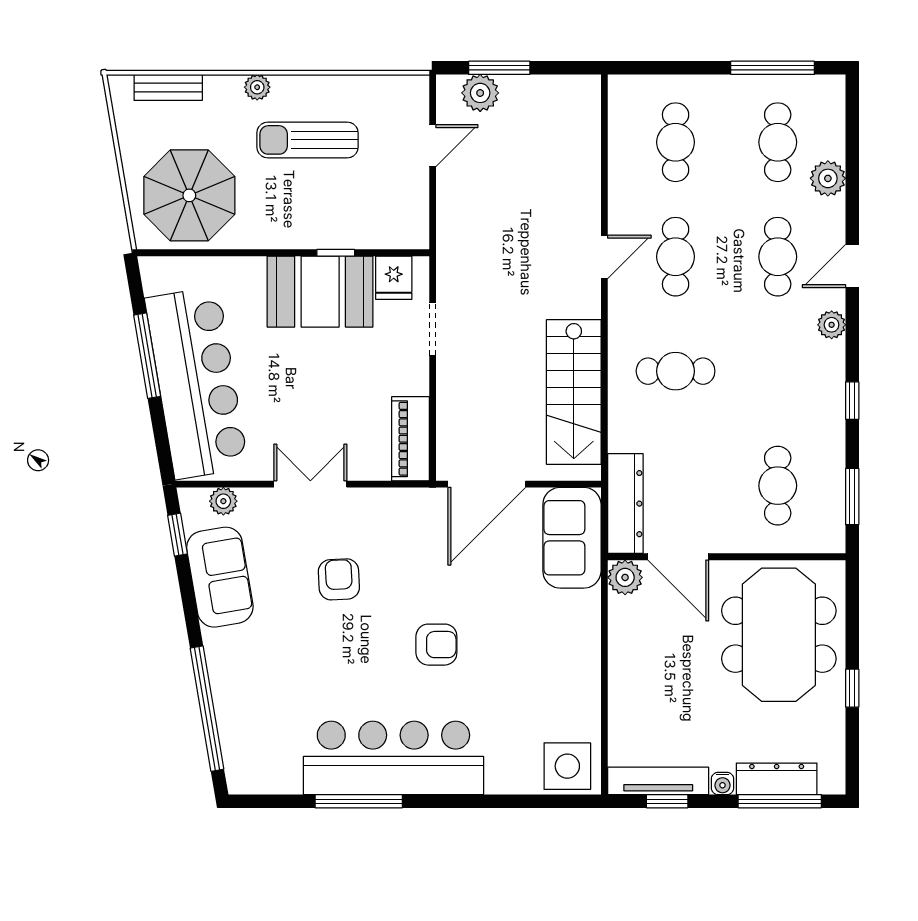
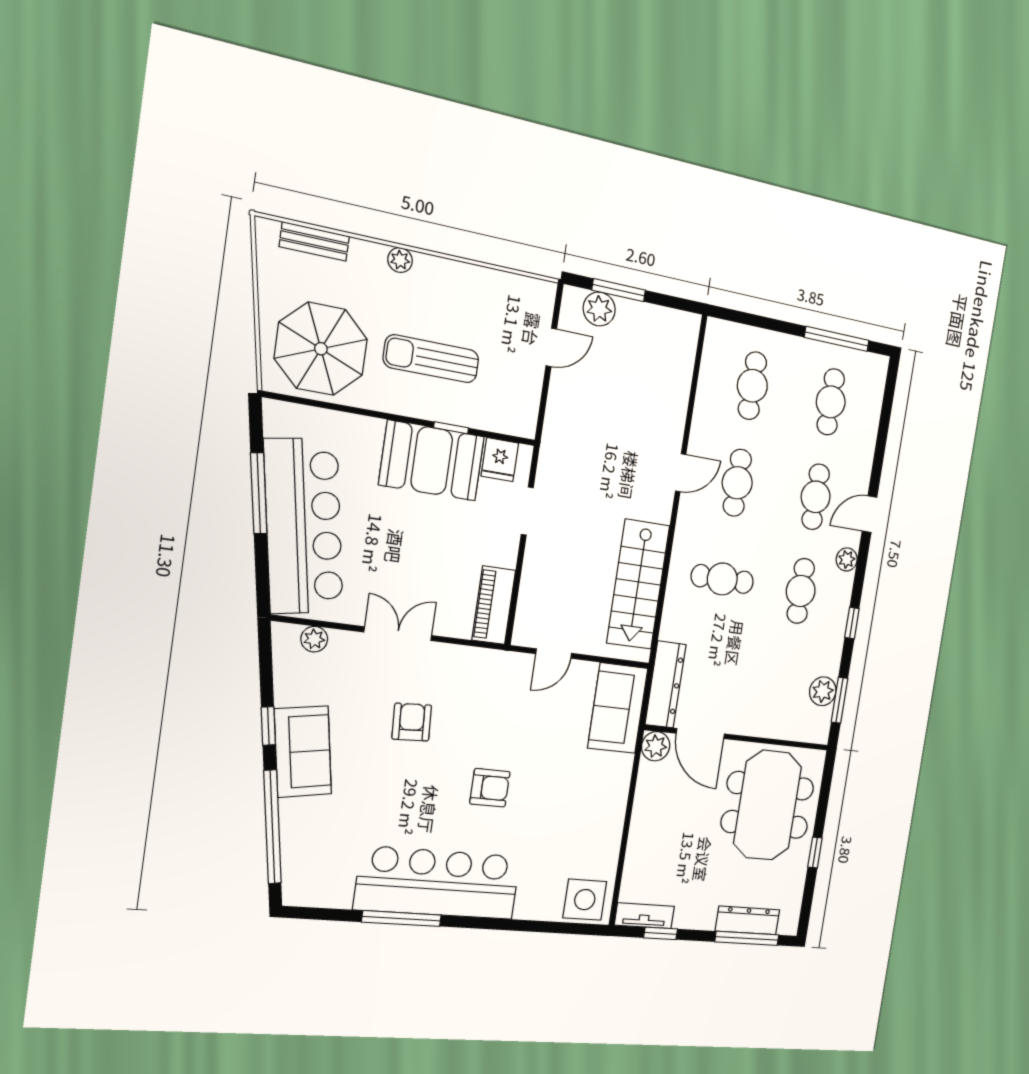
sun lounger: (308, 140) -> (431, 359), moved
plant: (828, 178) -> (823, 691), moved
door: (487, 484) -> (554, 654), width x0.53
cafe table: (778, 486) -> (801, 591), moved
window: (177, 535) -> (268, 726), moved
sofa: (220, 577) -> (303, 752), moved
tv unit: (658, 781) -> (644, 916), width x0.71
water cooler: (723, 783) -> (706, 922), removed

